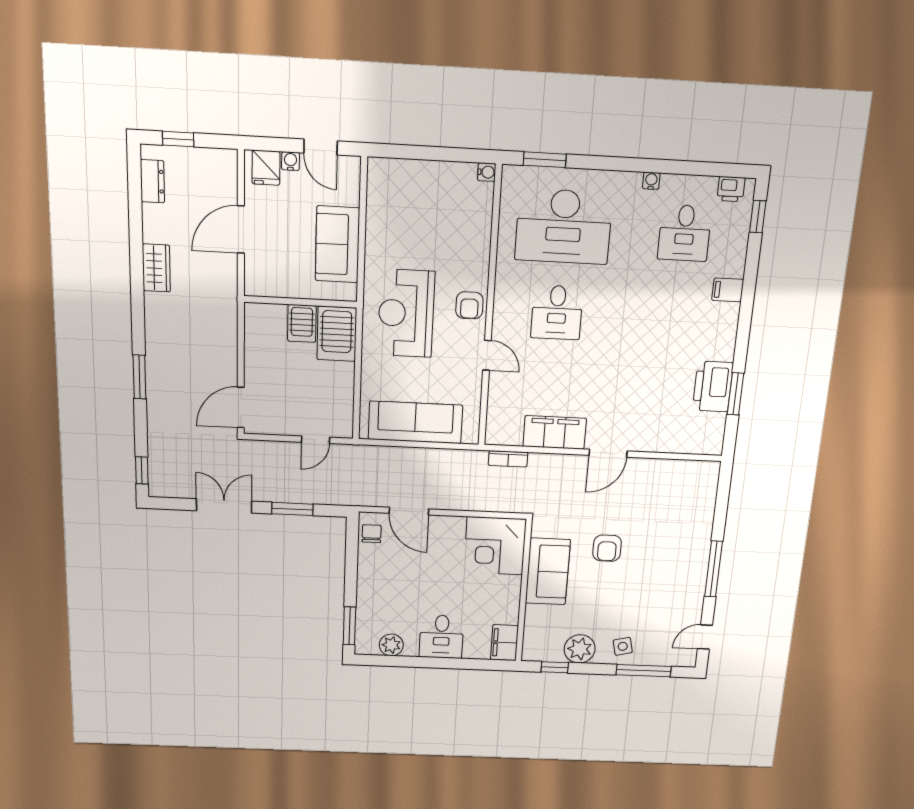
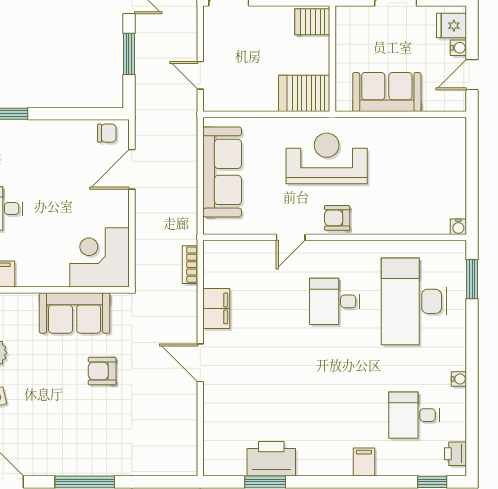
server rack: (302, 323) -> (312, 22), moved
filing cabinet: (555, 432) -> (216, 308), width x0.67, depth x0.86

